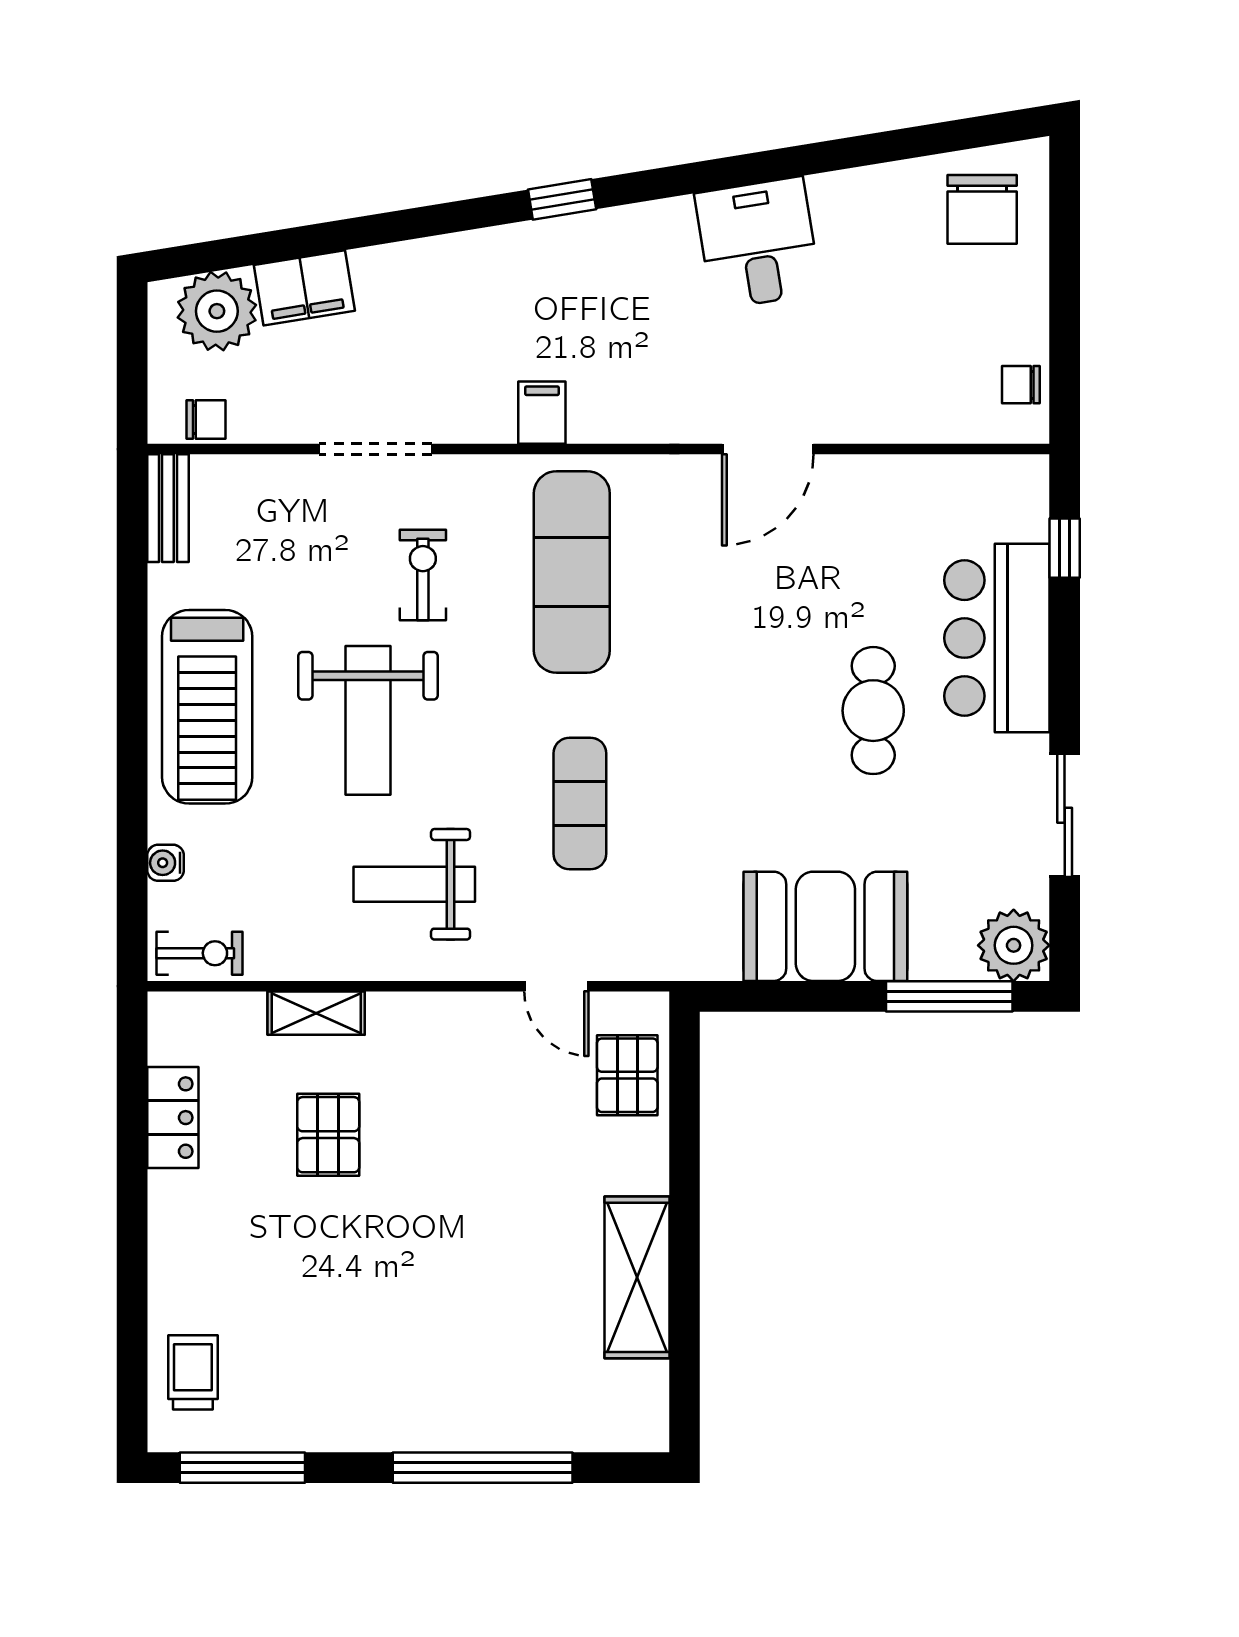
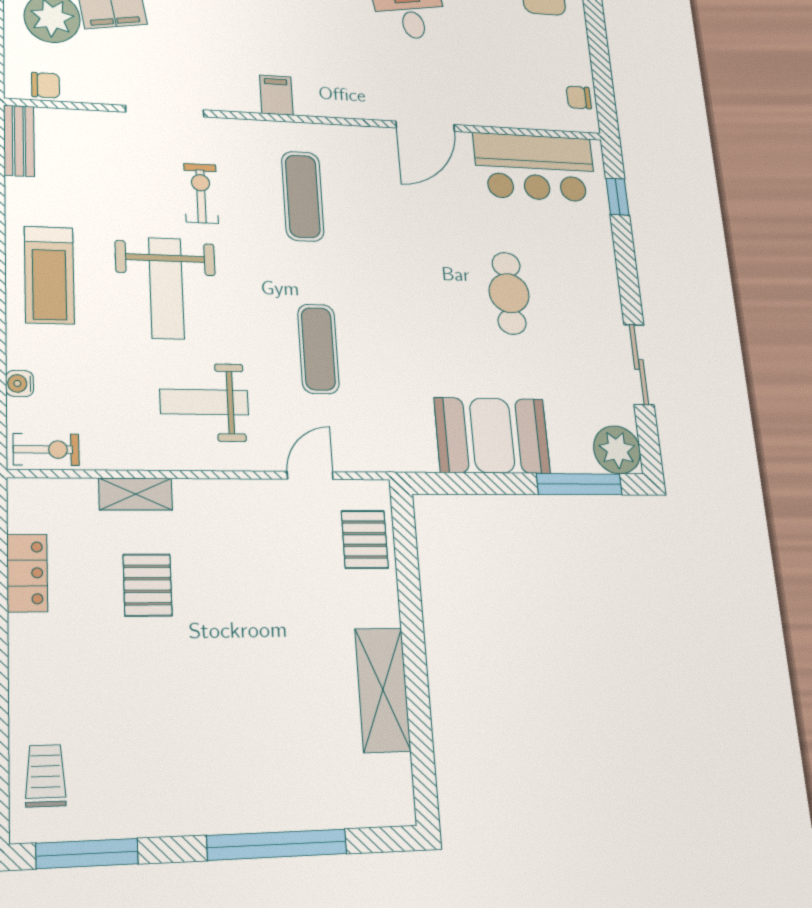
exercise mat: (572, 572) -> (303, 196), width x0.73, depth x0.69
bar counter: (997, 638) -> (535, 167), moved, turned -90
treadmill: (207, 707) -> (49, 275), width x0.73, depth x0.73
door: (556, 986) -> (310, 475), swing flipped

